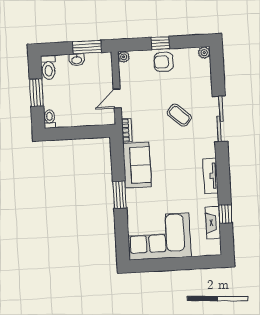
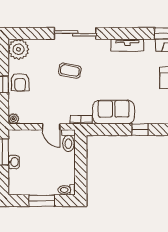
plant: (204, 53) -> (19, 49), width x1.88, depth x1.88
toilet: (48, 67) -> (68, 141), moved, turned 90
coffee table: (179, 115) -> (70, 71), turned 59
window: (120, 195) -> (140, 130), width x0.67

